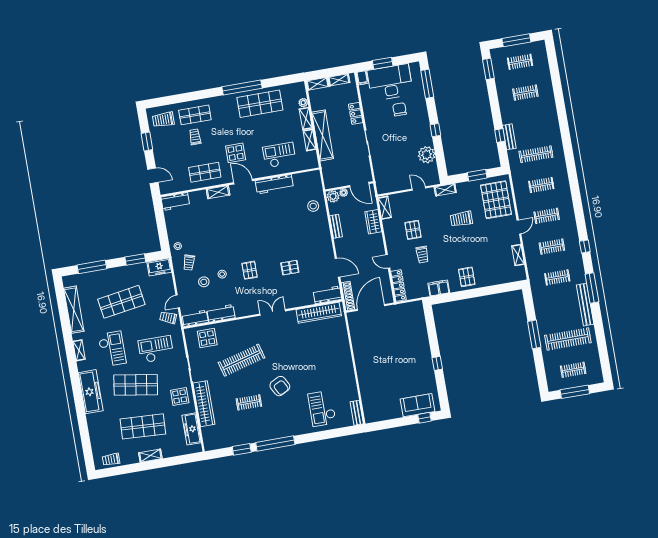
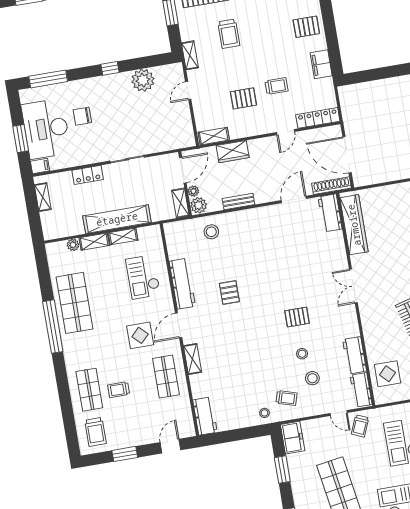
shelving: (318, 84) -> (180, 203), moved
pallet: (290, 268) -> (229, 293), moved

